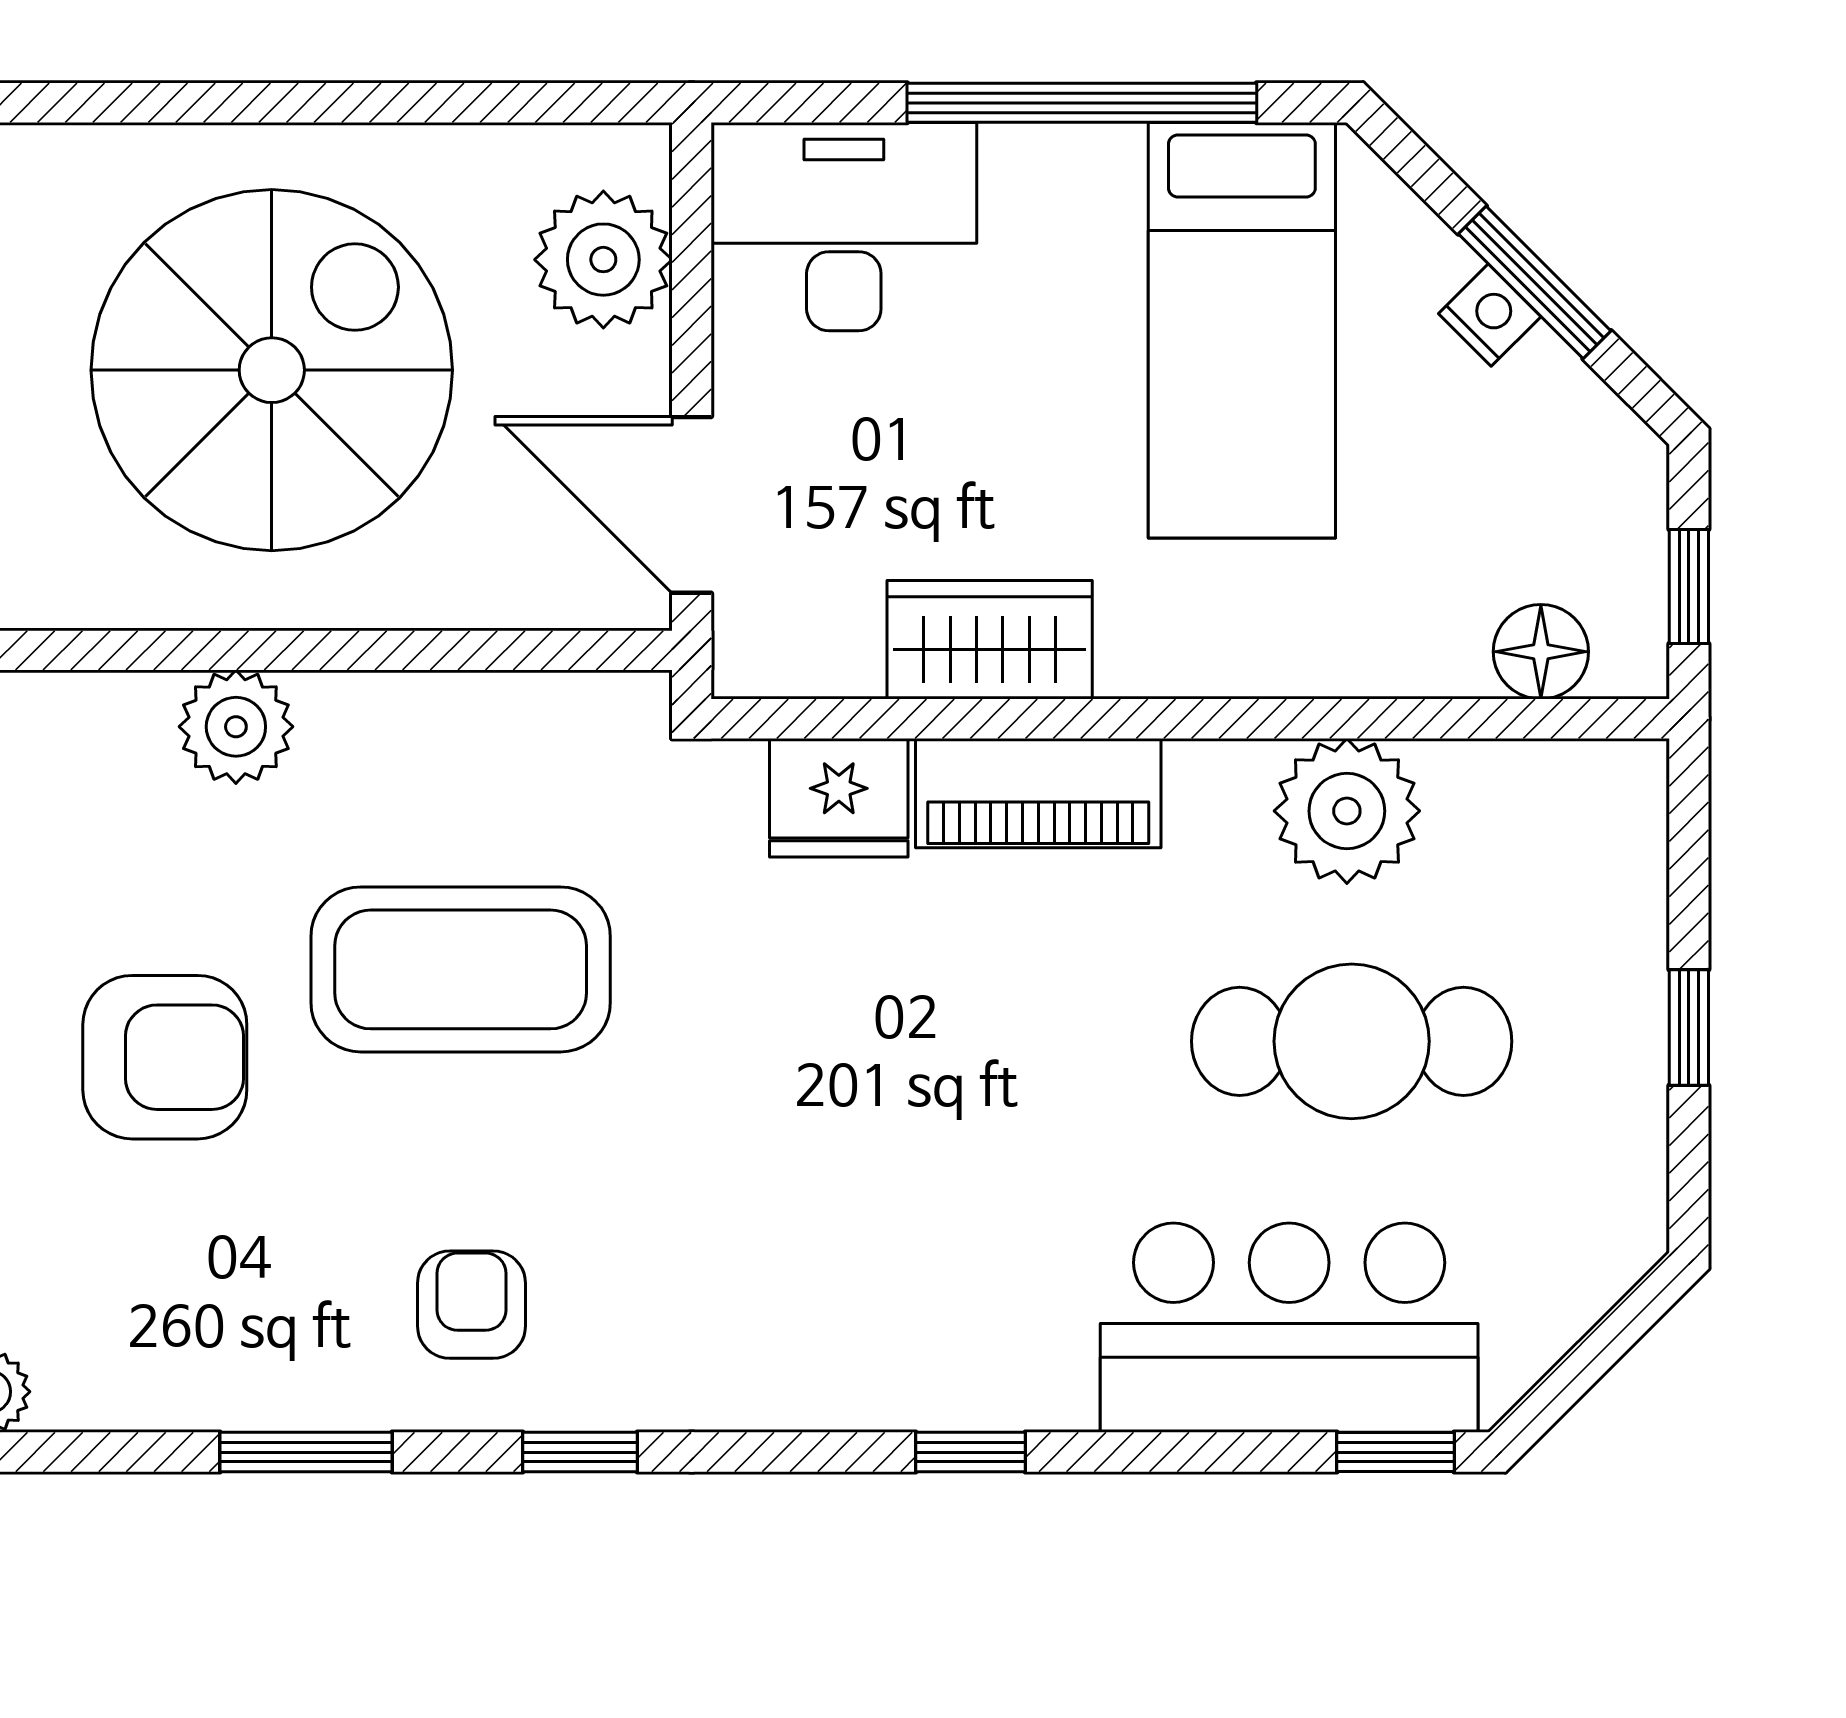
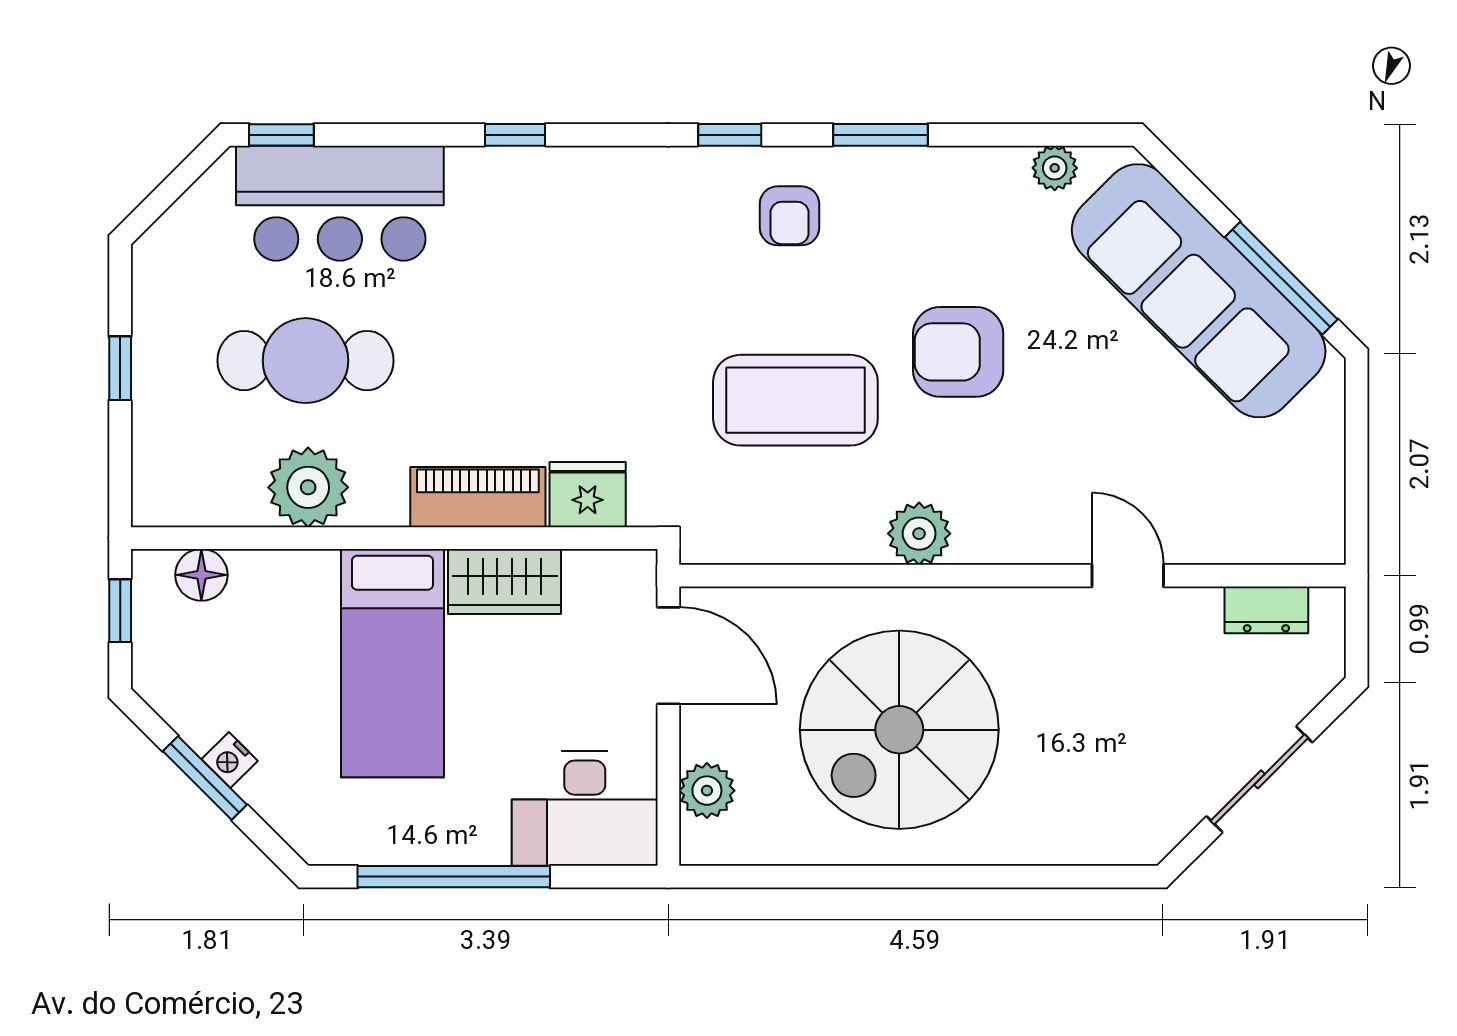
plant: (603, 260) -> (707, 791), width x0.73, depth x0.73
bed: (1242, 330) -> (392, 663), moved, turned 180

